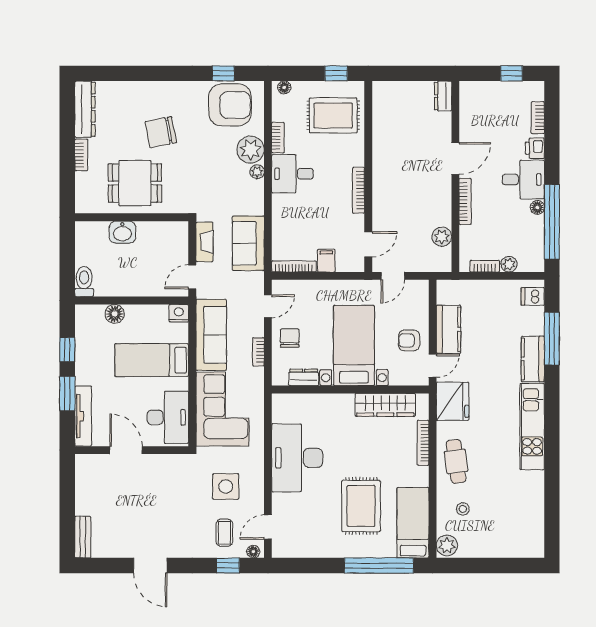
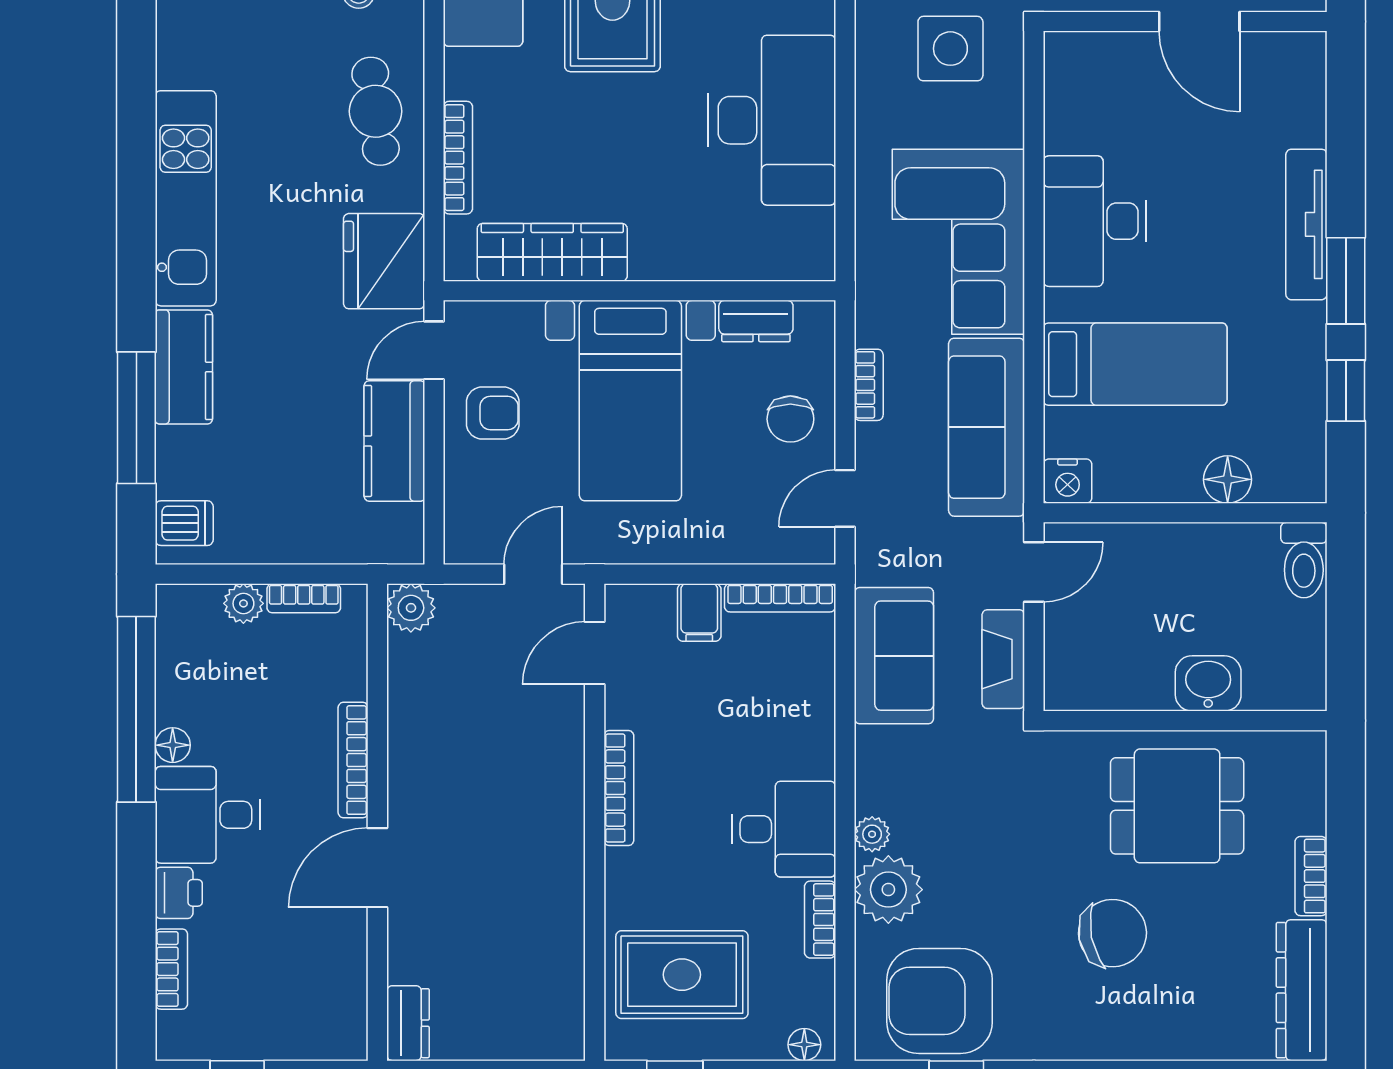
plant: (442, 237) -> (411, 608), moved
door: (126, 450) -> (1199, 21), moved
wall: (132, 450) -> (1185, 21), moved

